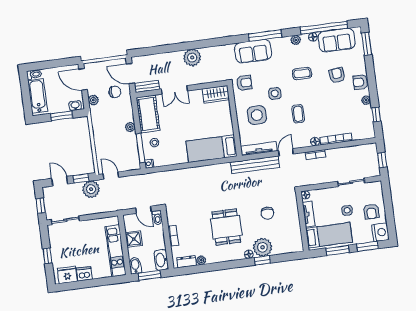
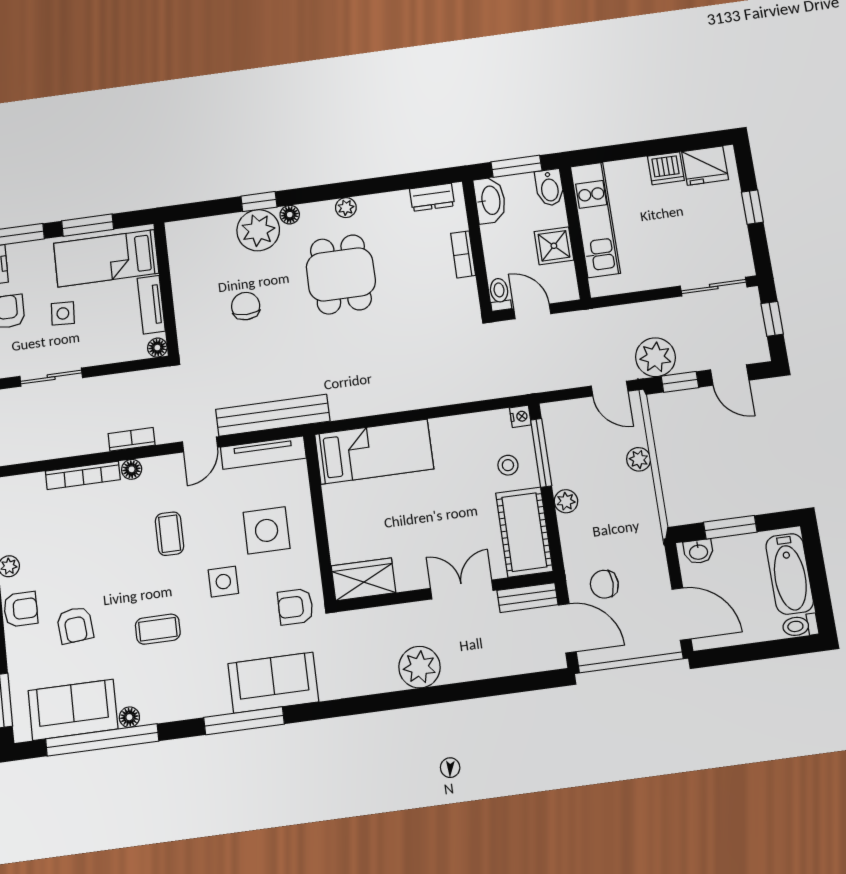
plant: (296, 40) -> (171, 710), removed
plant: (93, 100) -> (639, 459), moved
plant: (201, 260) -> (346, 208), moved

